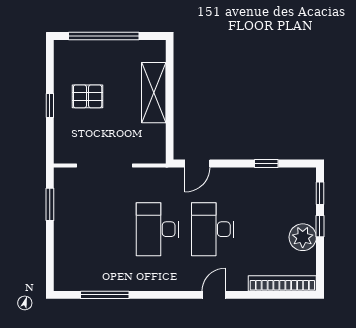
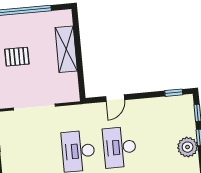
door: (197, 164) -> (115, 98), moved
window: (266, 164) -> (174, 93), moved

